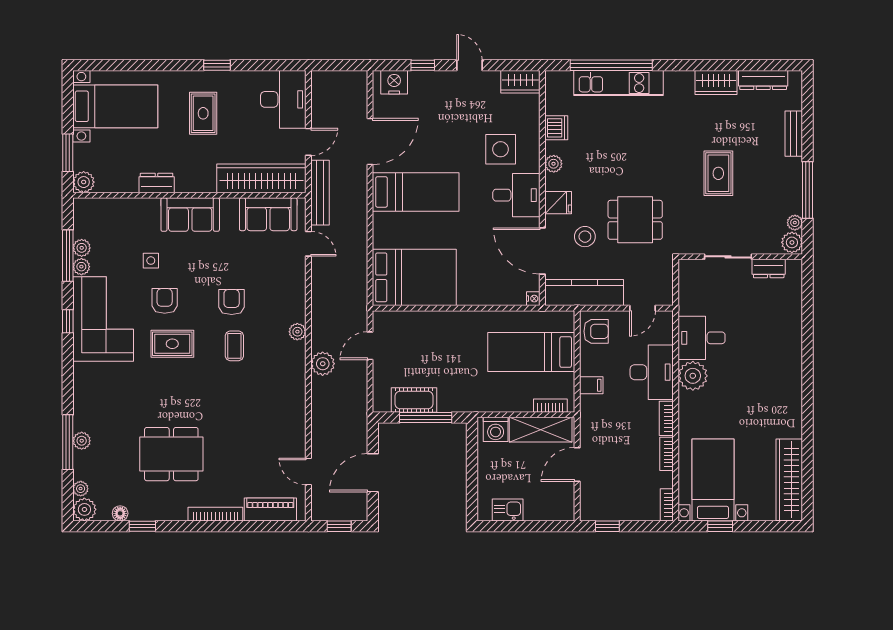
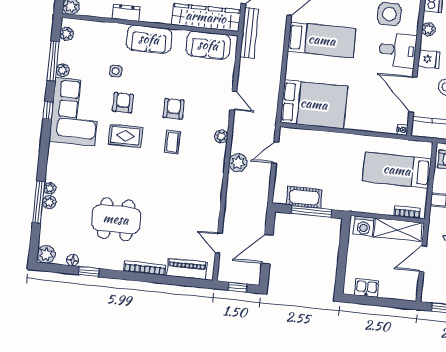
door: (308, 244) -> (233, 101), moved
plant: (82, 248) -> (67, 34), moved
plant: (81, 489) -> (50, 188), moved

